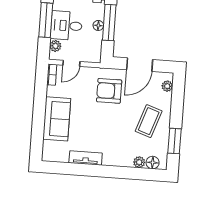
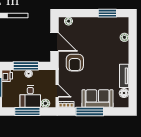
window: (40, 107) -> (90, 112), added
coffee table: (149, 121) -> (94, 33), removed
floor lamp: (153, 163) -> (124, 93), moved

